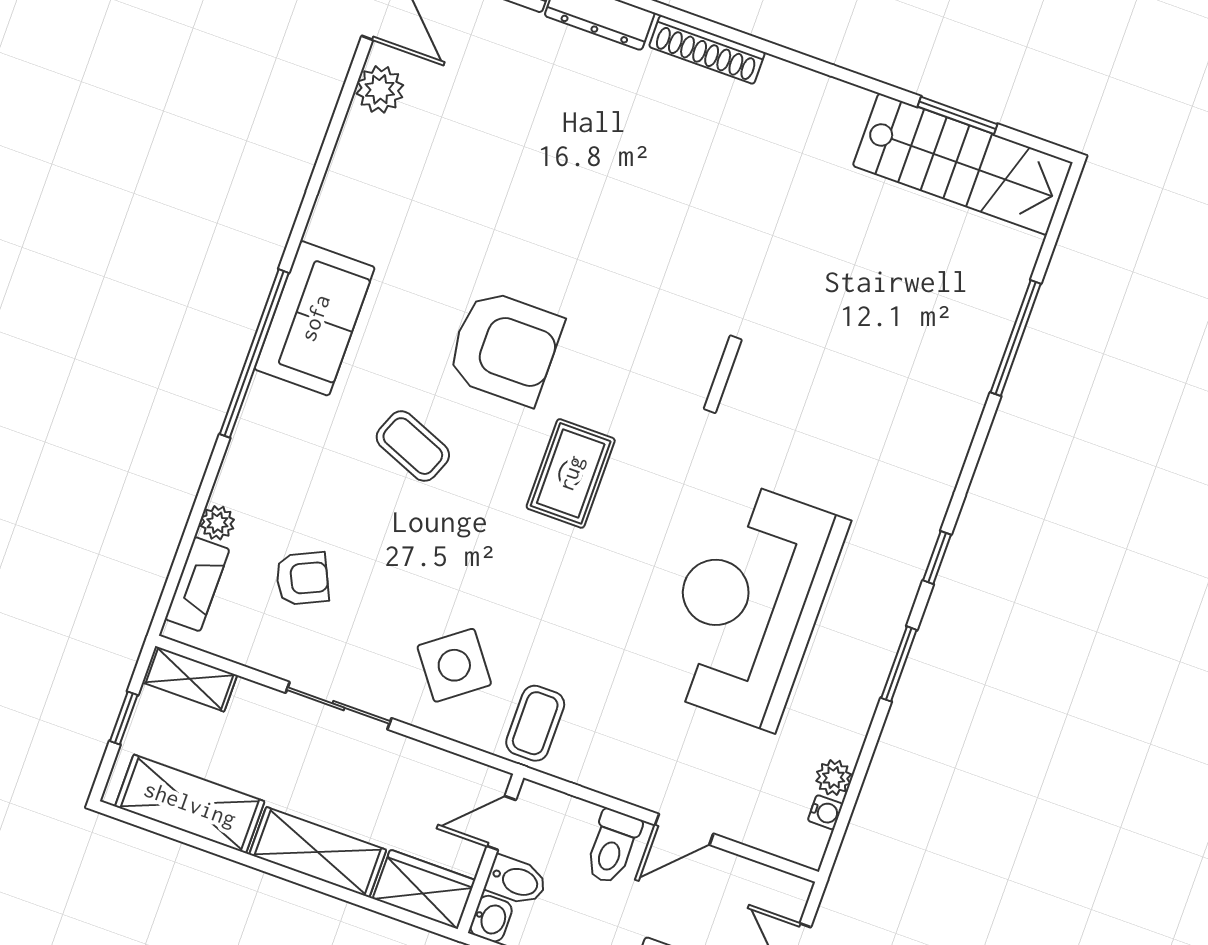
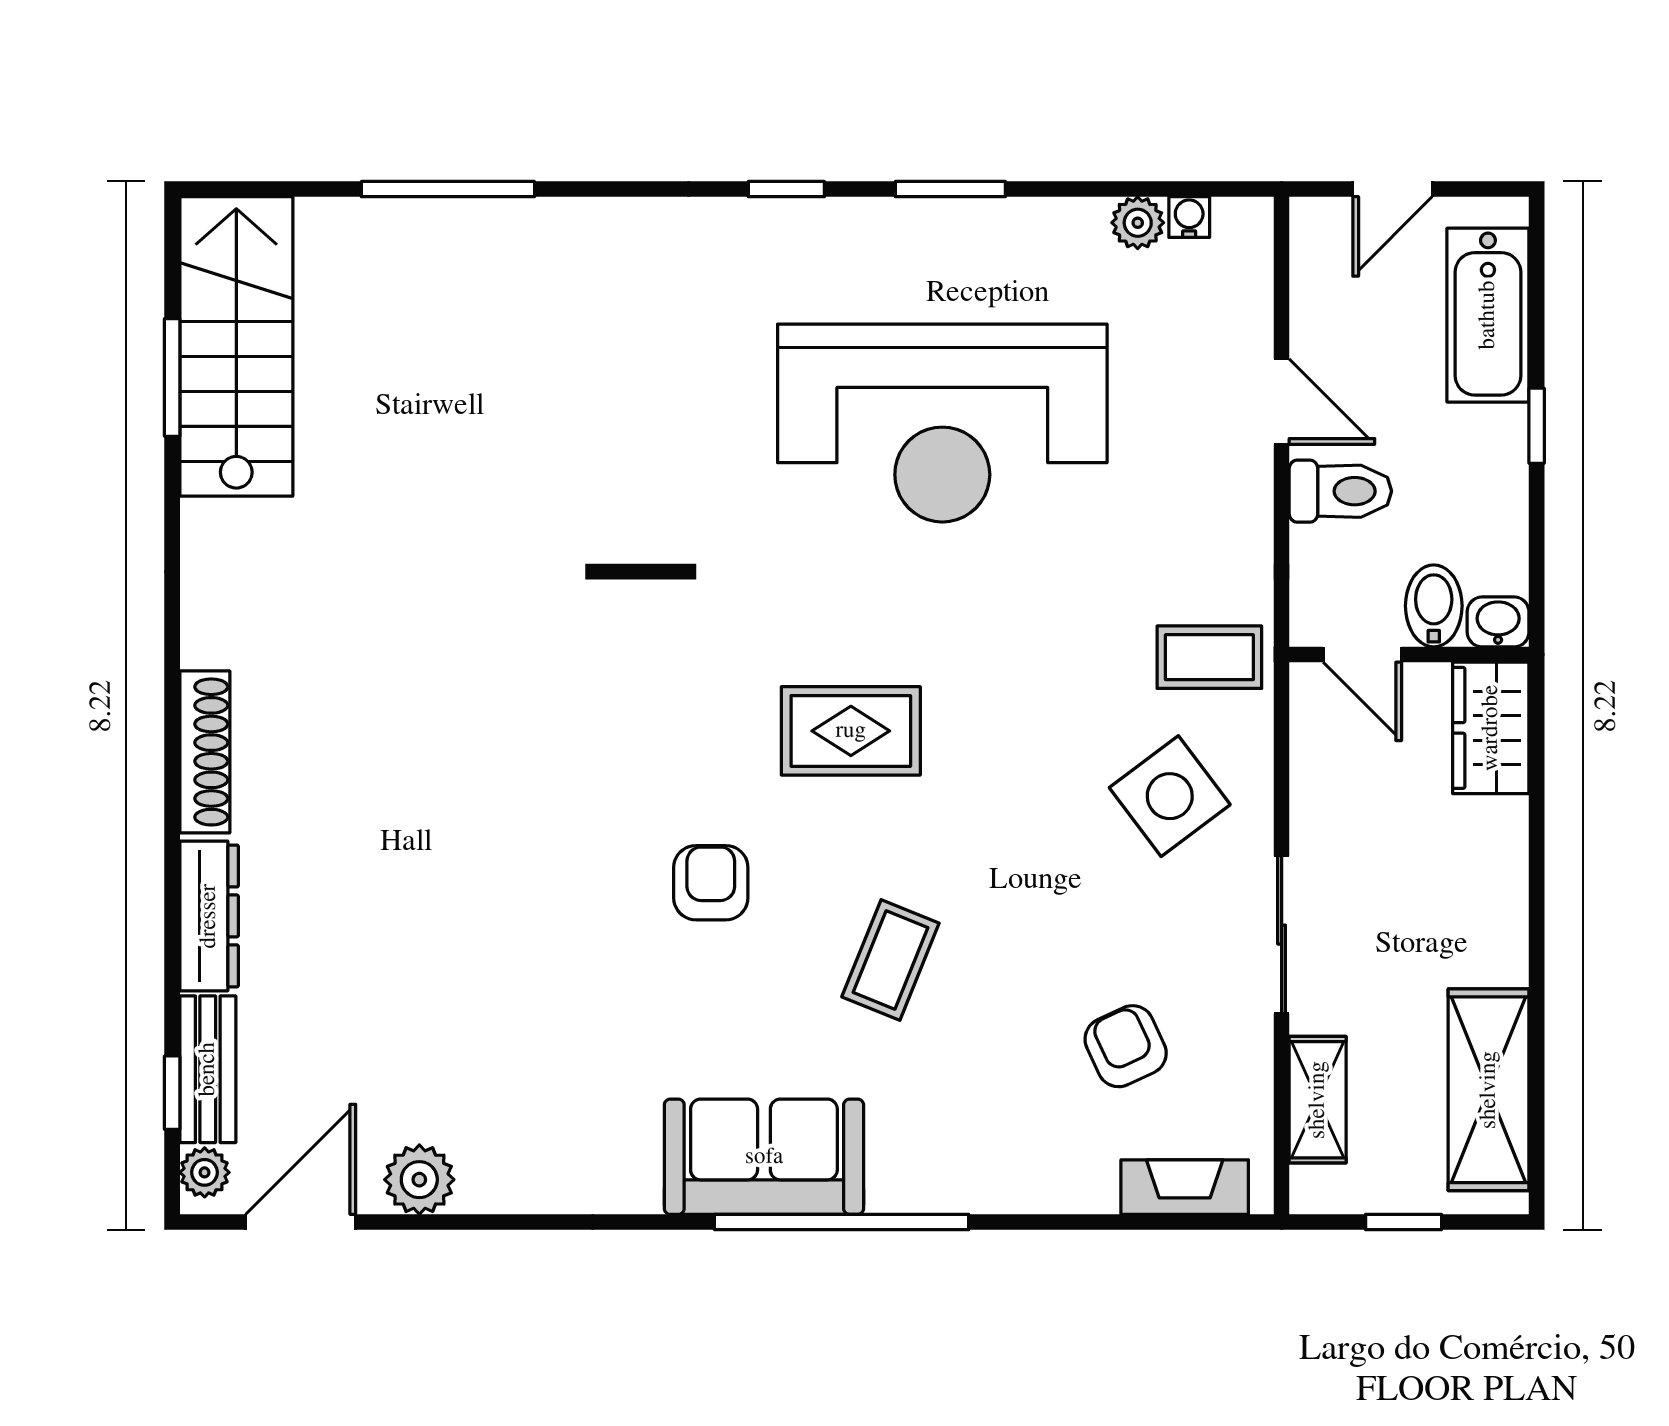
armchair: (505, 347) -> (711, 883), width x0.53, depth x0.53
plant: (217, 523) -> (1091, 1190), removed
shelving: (190, 679) -> (1318, 1100), moved
shelving: (318, 852) -> (1492, 891), removed

